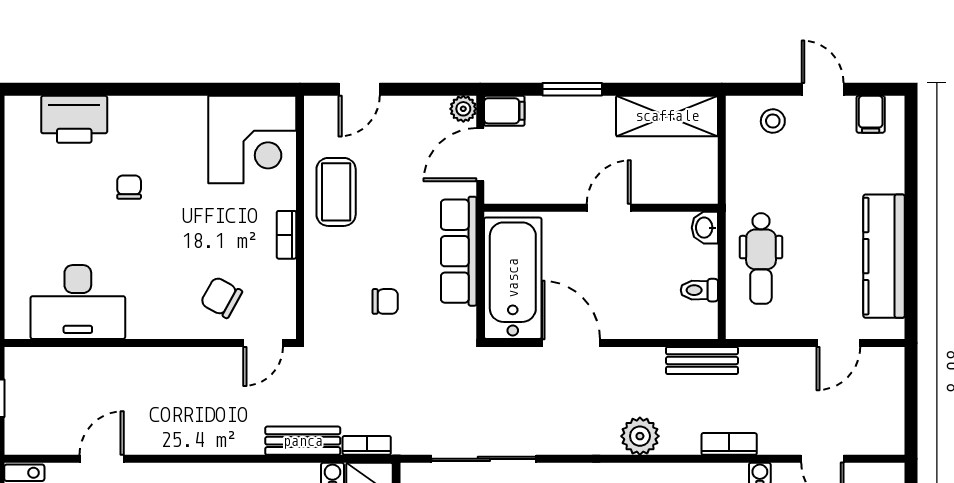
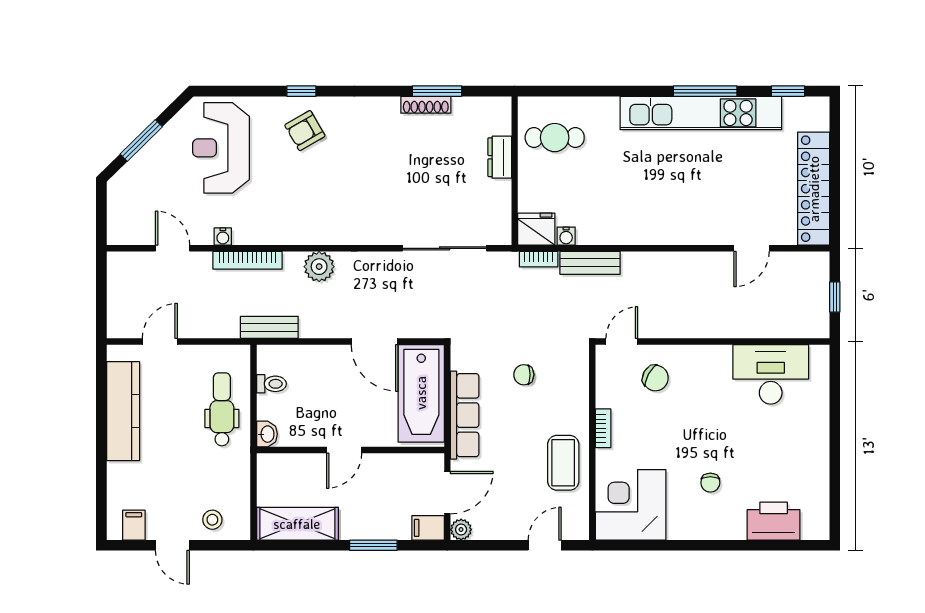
chair: (129, 187) -> (710, 483), moved
bookcase: (729, 444) -> (247, 260), width x1.56

